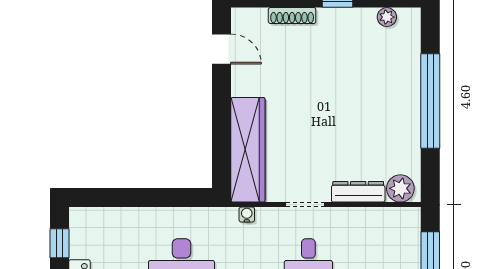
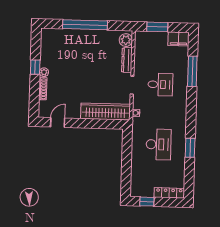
plant: (387, 17) -> (44, 72), moved

